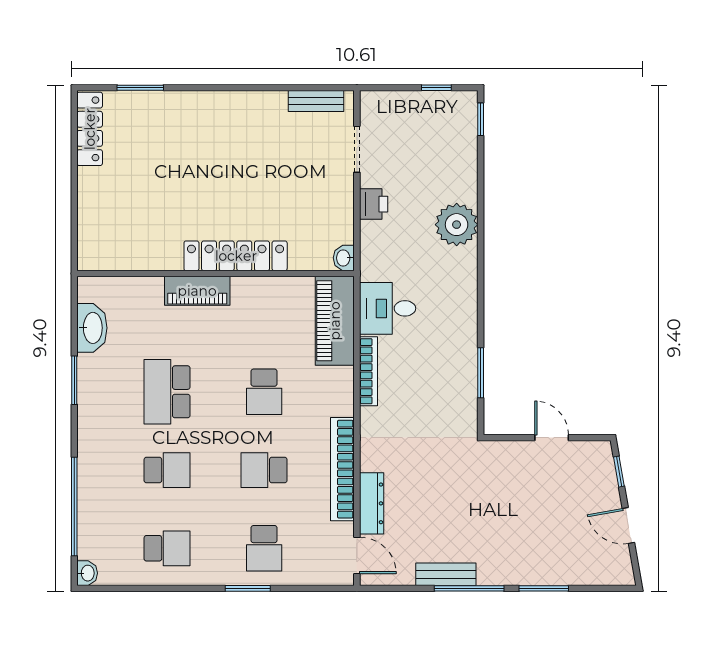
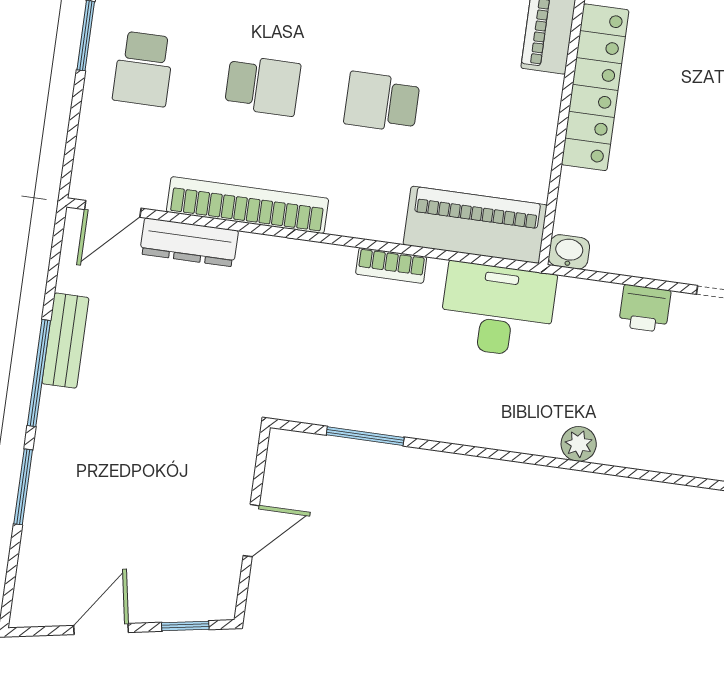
plant: (457, 225) -> (579, 444), width x0.53, depth x0.53
desk: (388, 308) -> (498, 310), width x1.37
bookcase: (368, 371) -> (391, 265), width x0.64
school desk: (264, 470) -> (263, 85), turned 90
school desk: (264, 548) -> (143, 69), turned -90

